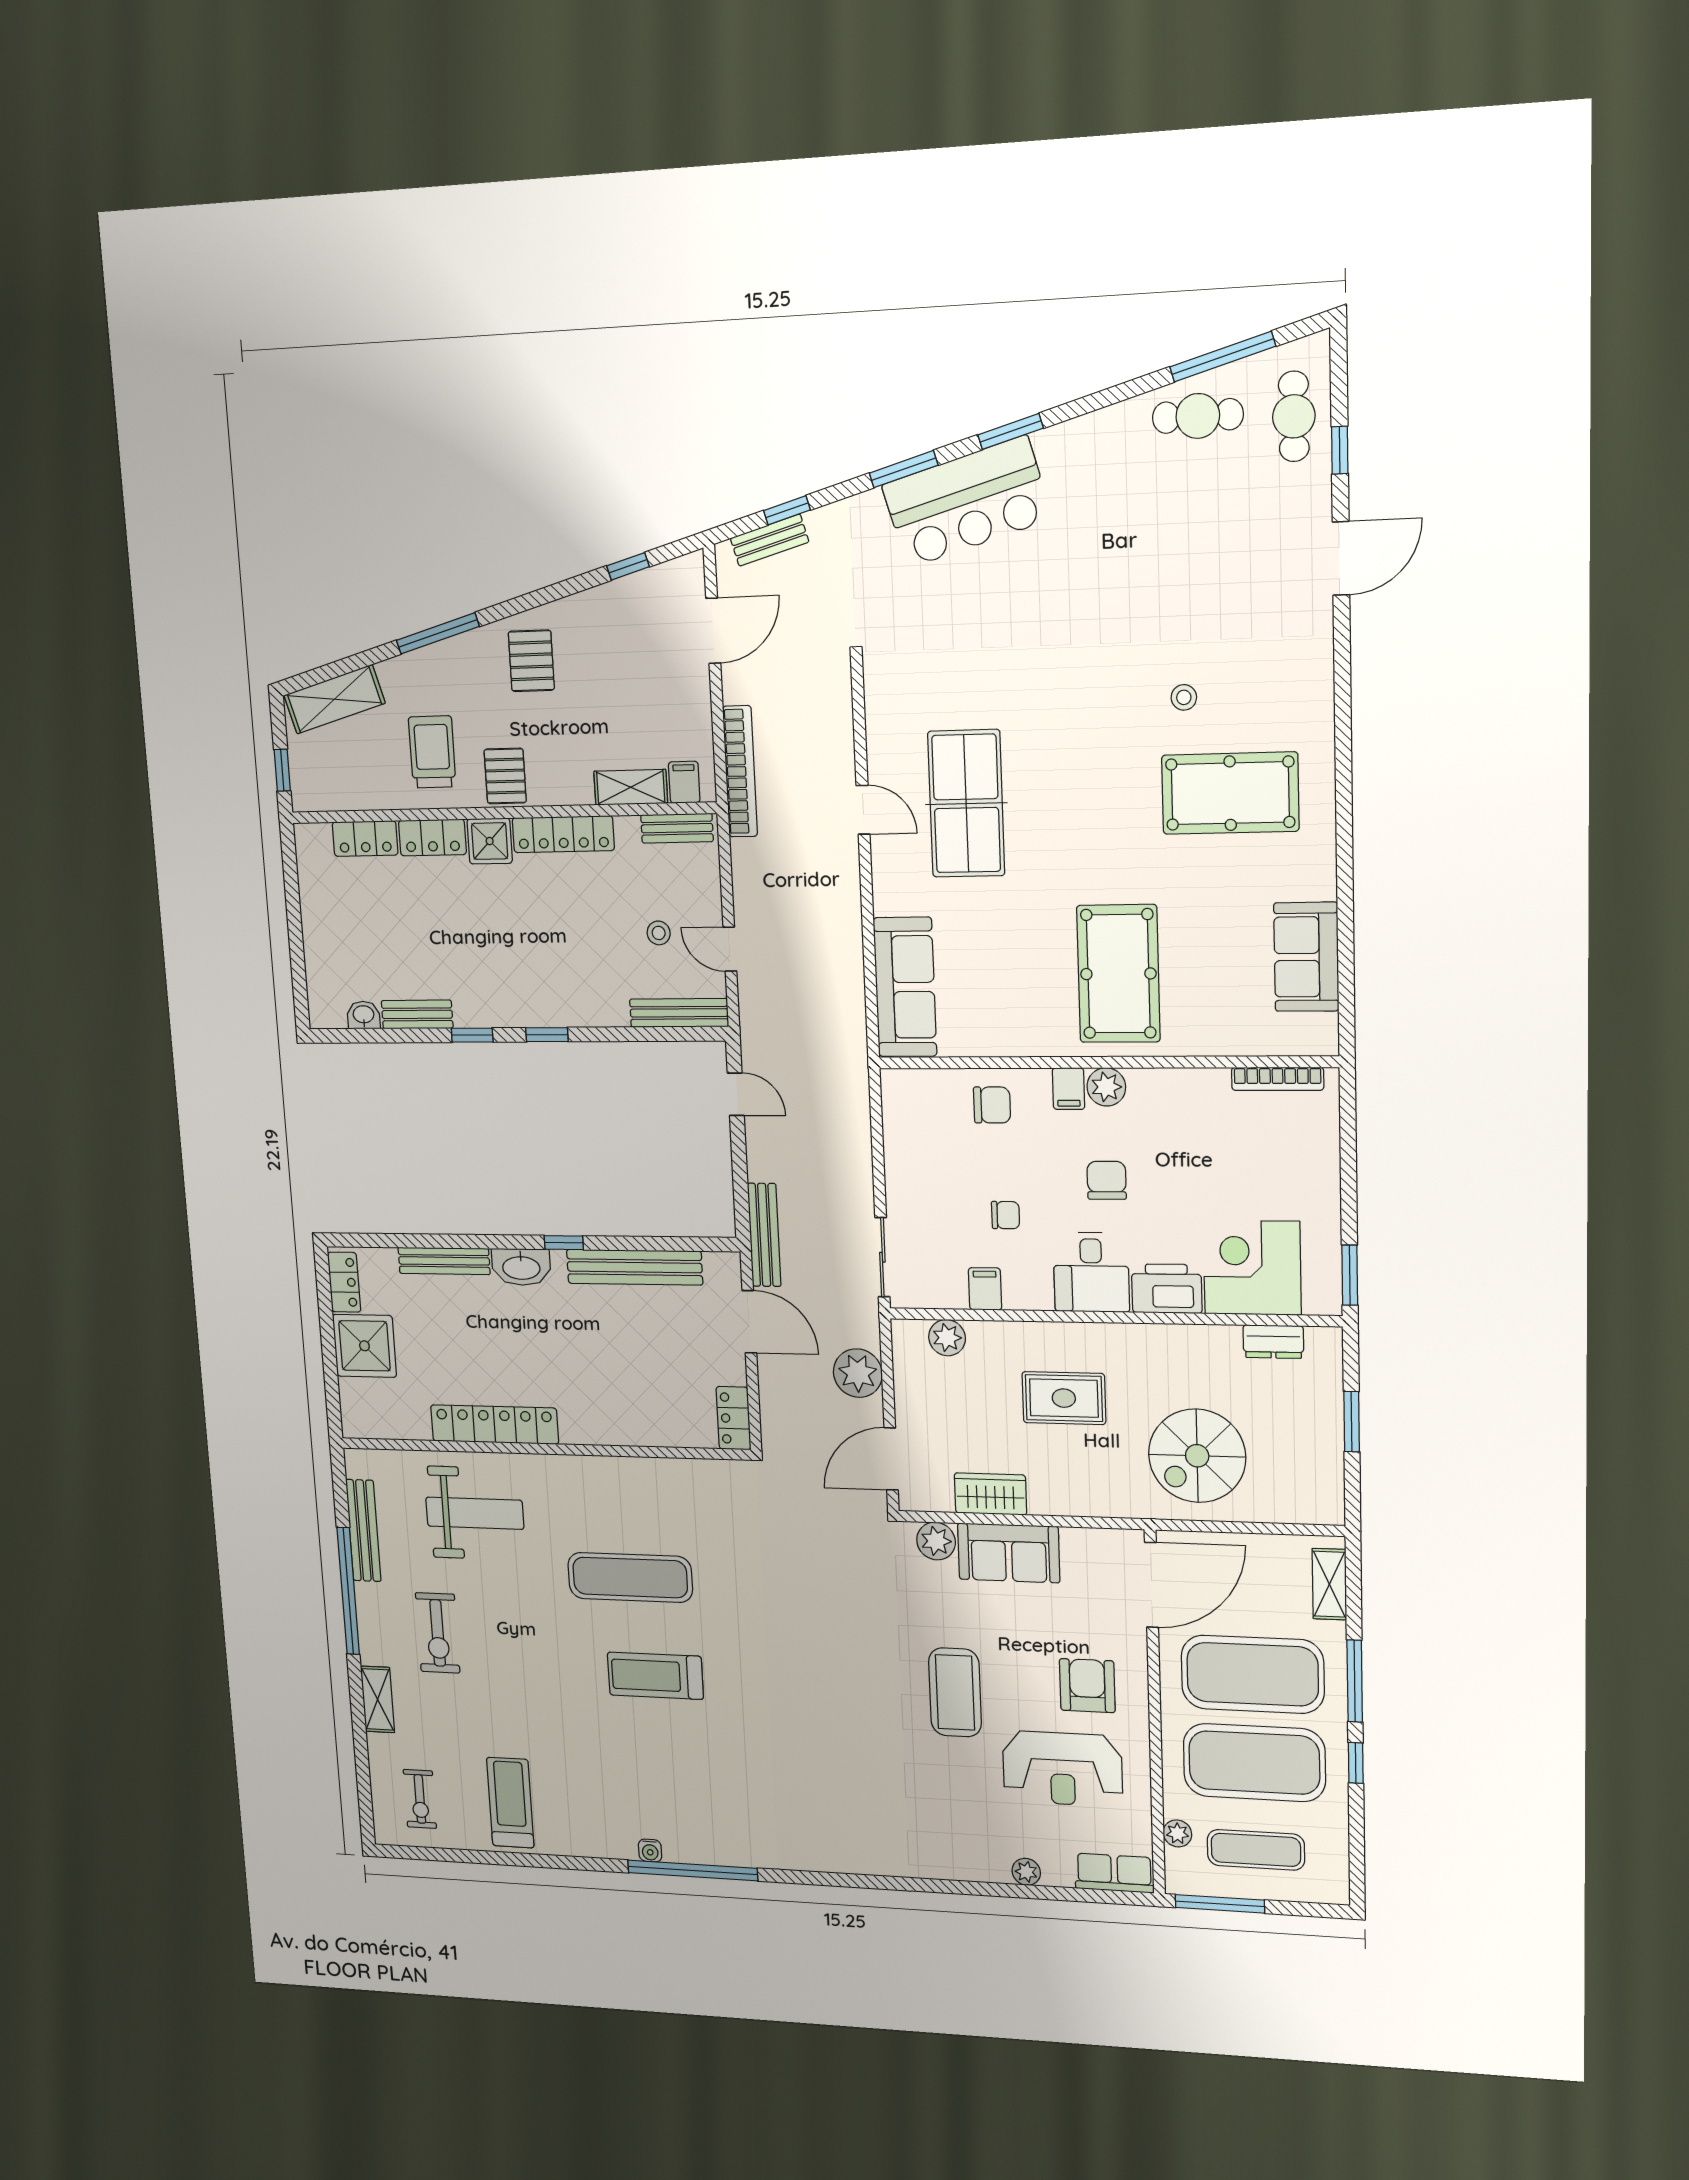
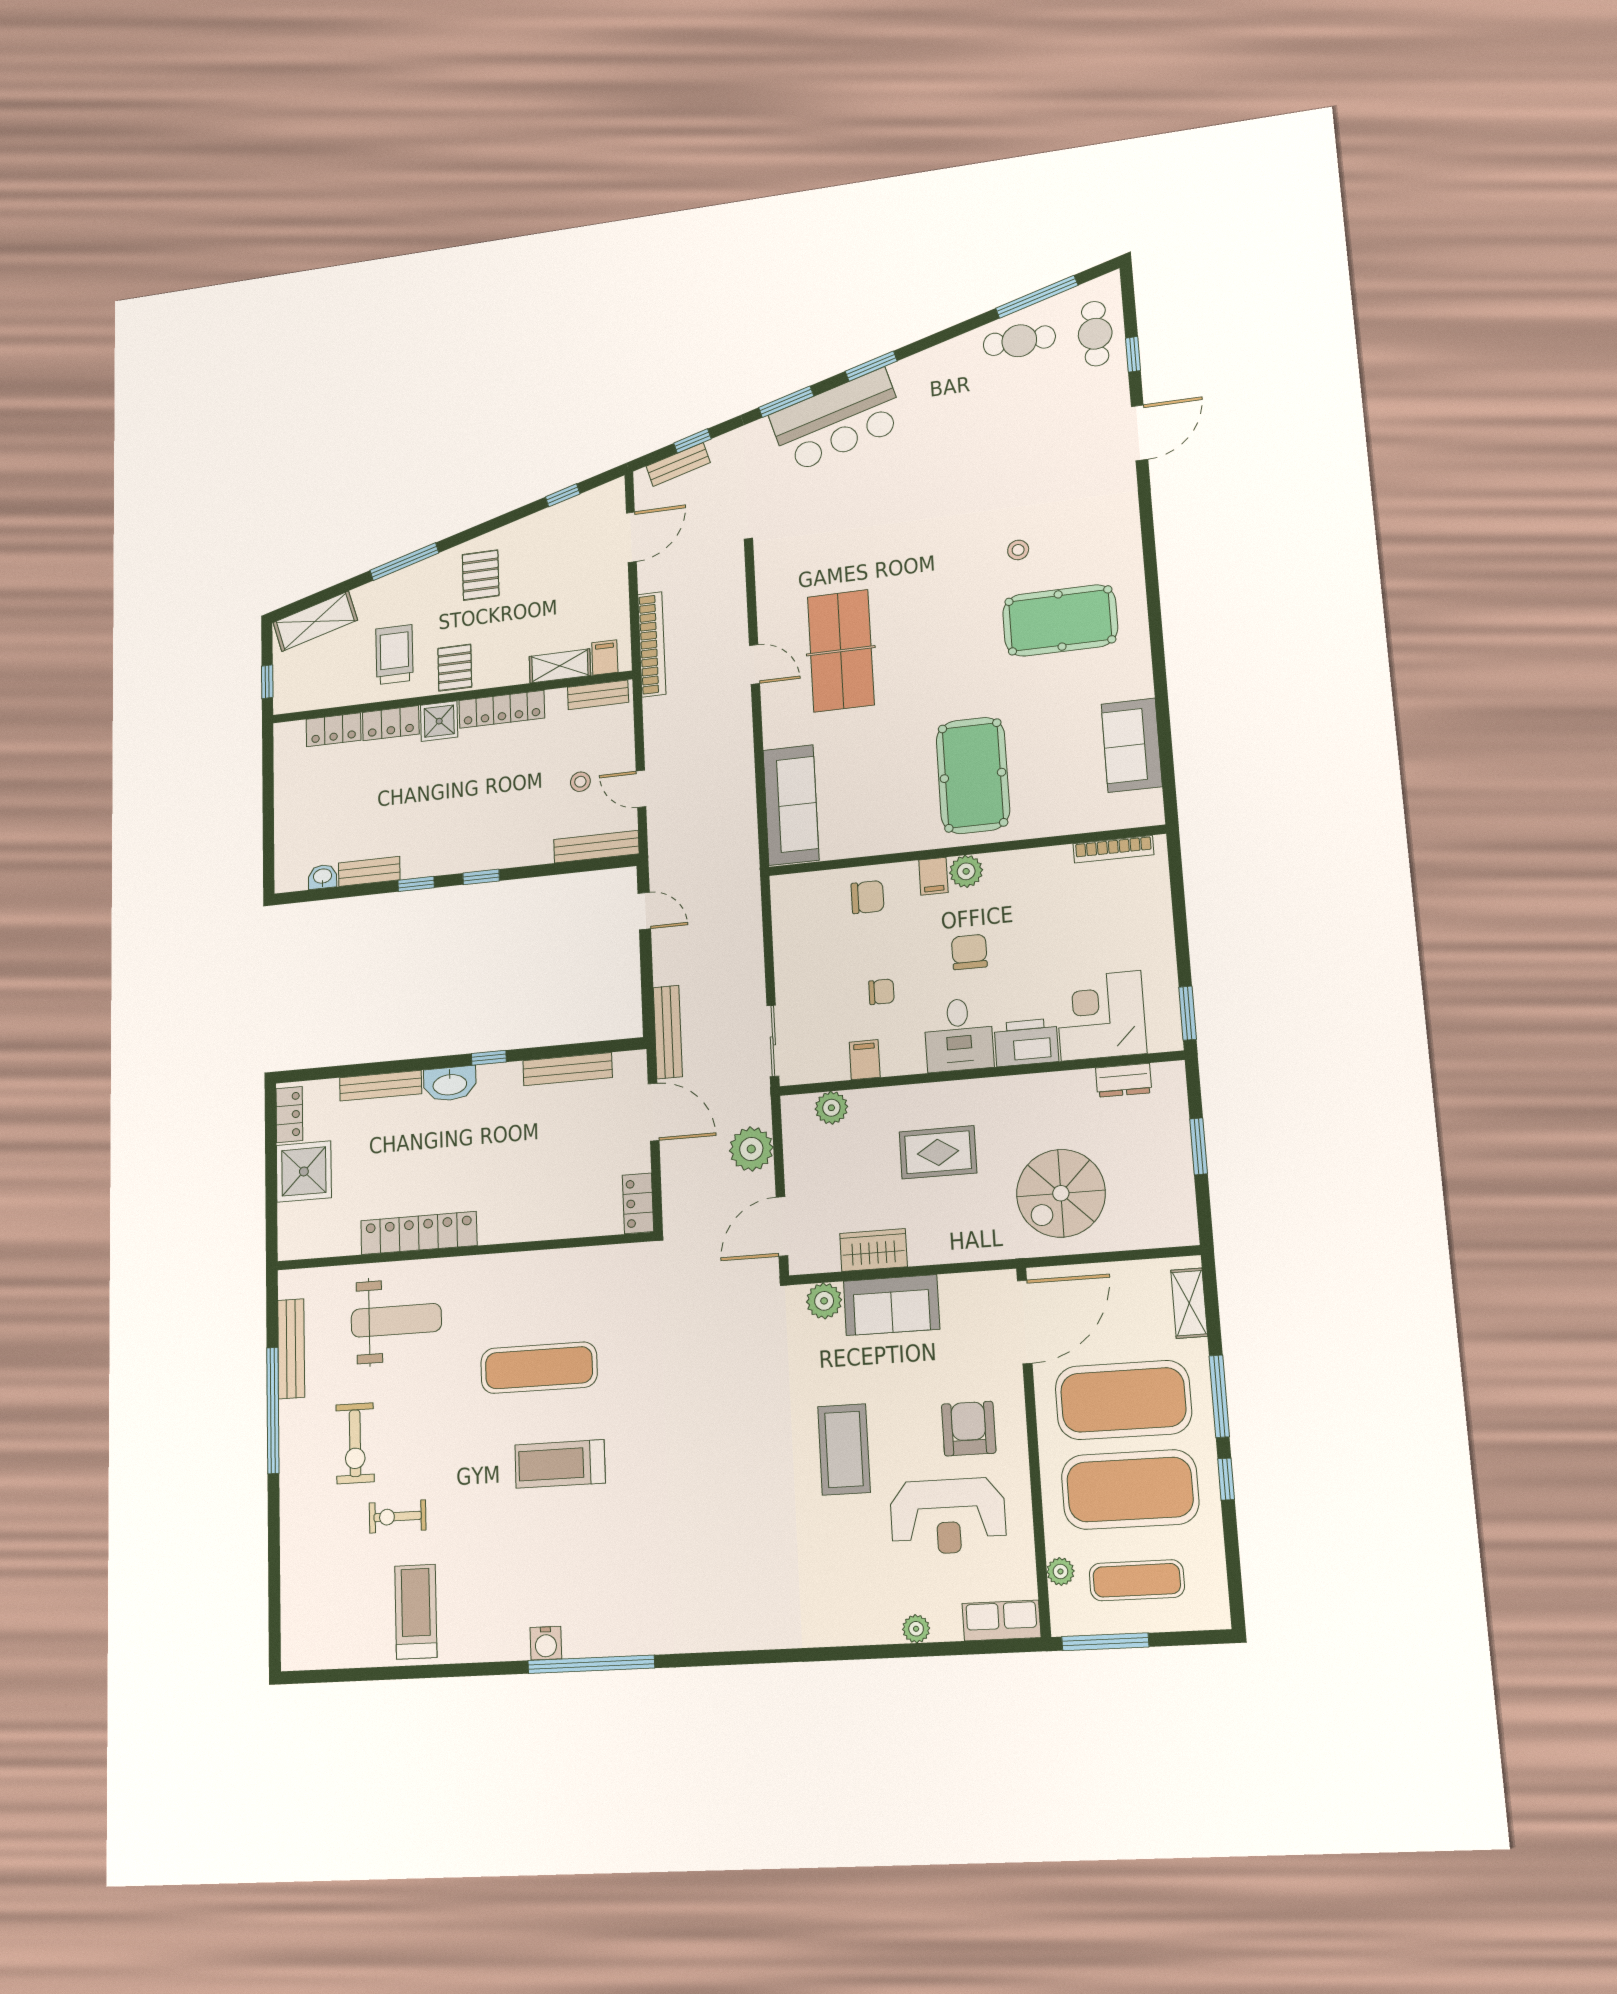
bench: (634, 1267) -> (567, 1069), width x0.73, depth x0.82
shelving: (378, 1699) -> (293, 1518), removed
exercise bike: (420, 1799) -> (398, 1517), moved, turned 90
water cooler: (650, 1851) -> (546, 1643), width x1.38, depth x1.38

